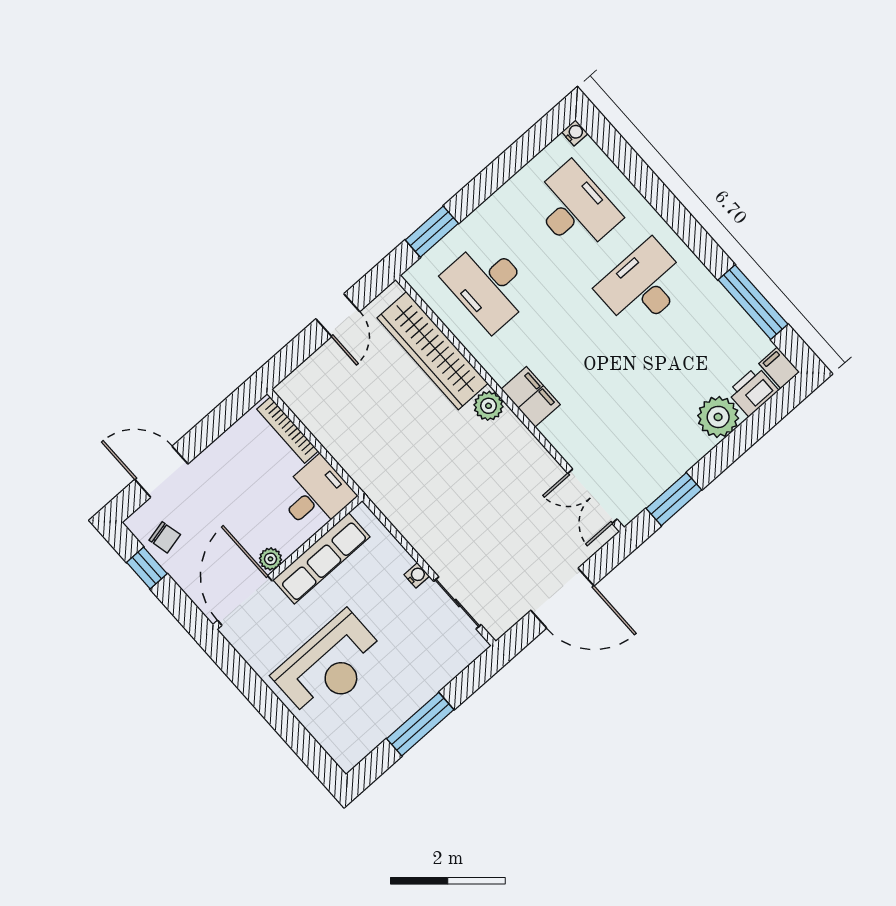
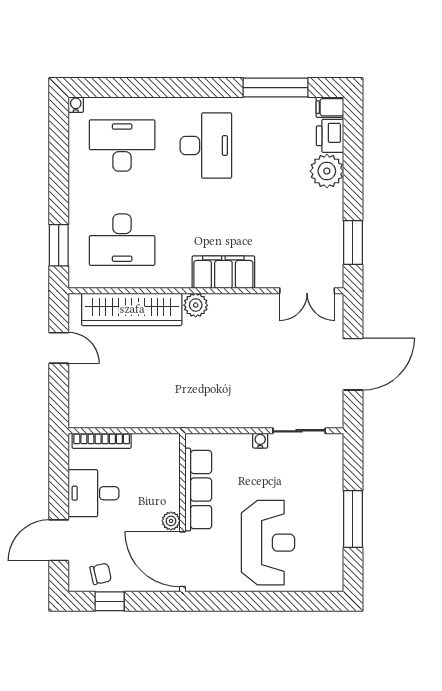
desk: (643, 285) -> (206, 146), turned 180
filing cabinet: (531, 397) -> (223, 272), width x1.50, depth x1.17
desk: (316, 495) -> (93, 493), moved, turned -90

